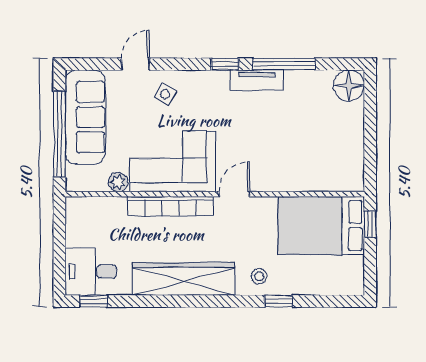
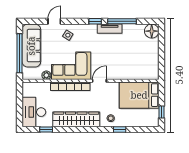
window: (370, 224) -> (161, 112), moved
desk: (91, 272) -> (34, 112), width x1.37
window: (94, 301) -> (46, 130), moved

